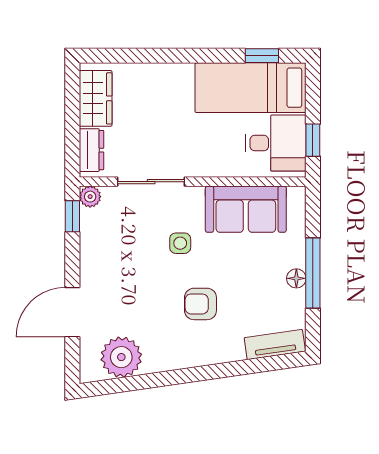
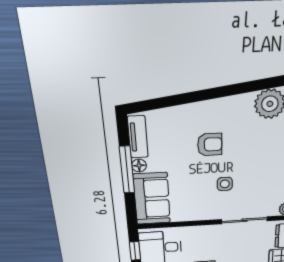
sofa: (246, 209) -> (152, 199), moved, turned 90
tv unit: (275, 344) -> (138, 137), moved, turned -82

